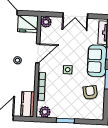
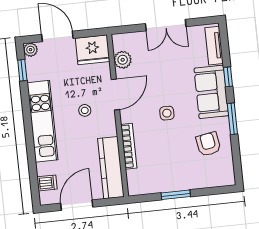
plant: (46, 22) -> (123, 60), moved
kitchen counter: (28, 104) -> (111, 168), width x1.50
plant: (45, 112) -> (141, 186), removed

